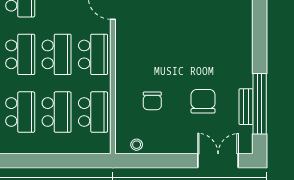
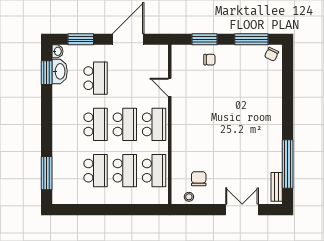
chair: (152, 101) -> (199, 179), moved, turned 180
chair: (203, 101) -> (242, 162), removed
bench: (246, 107) -> (277, 187), moved
double door: (218, 161) -> (242, 210), moved

